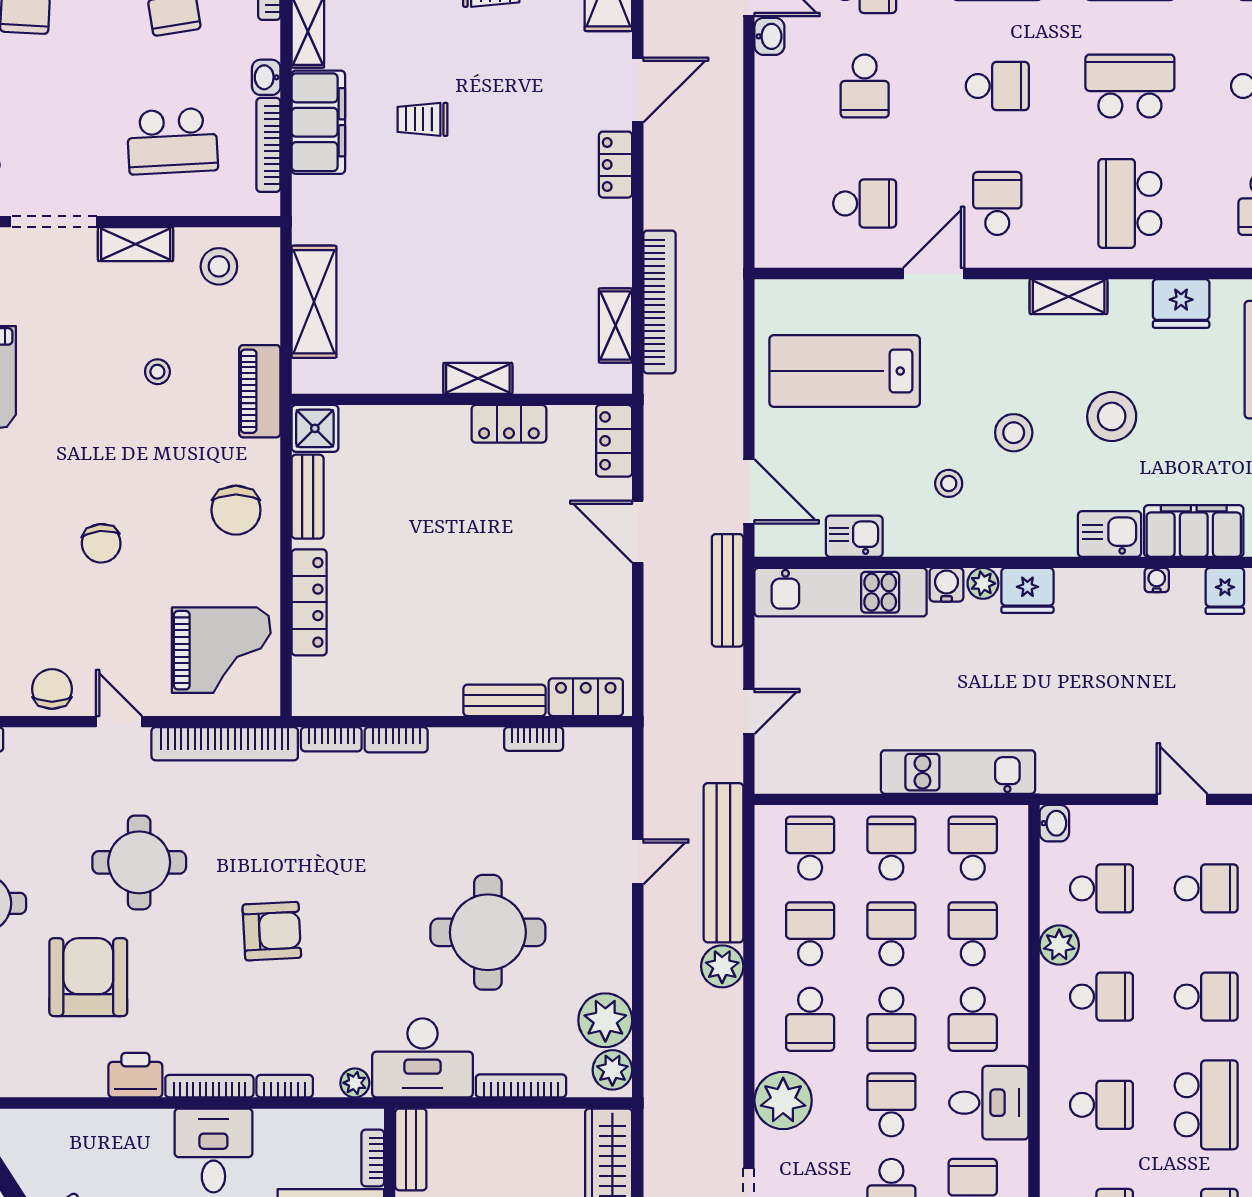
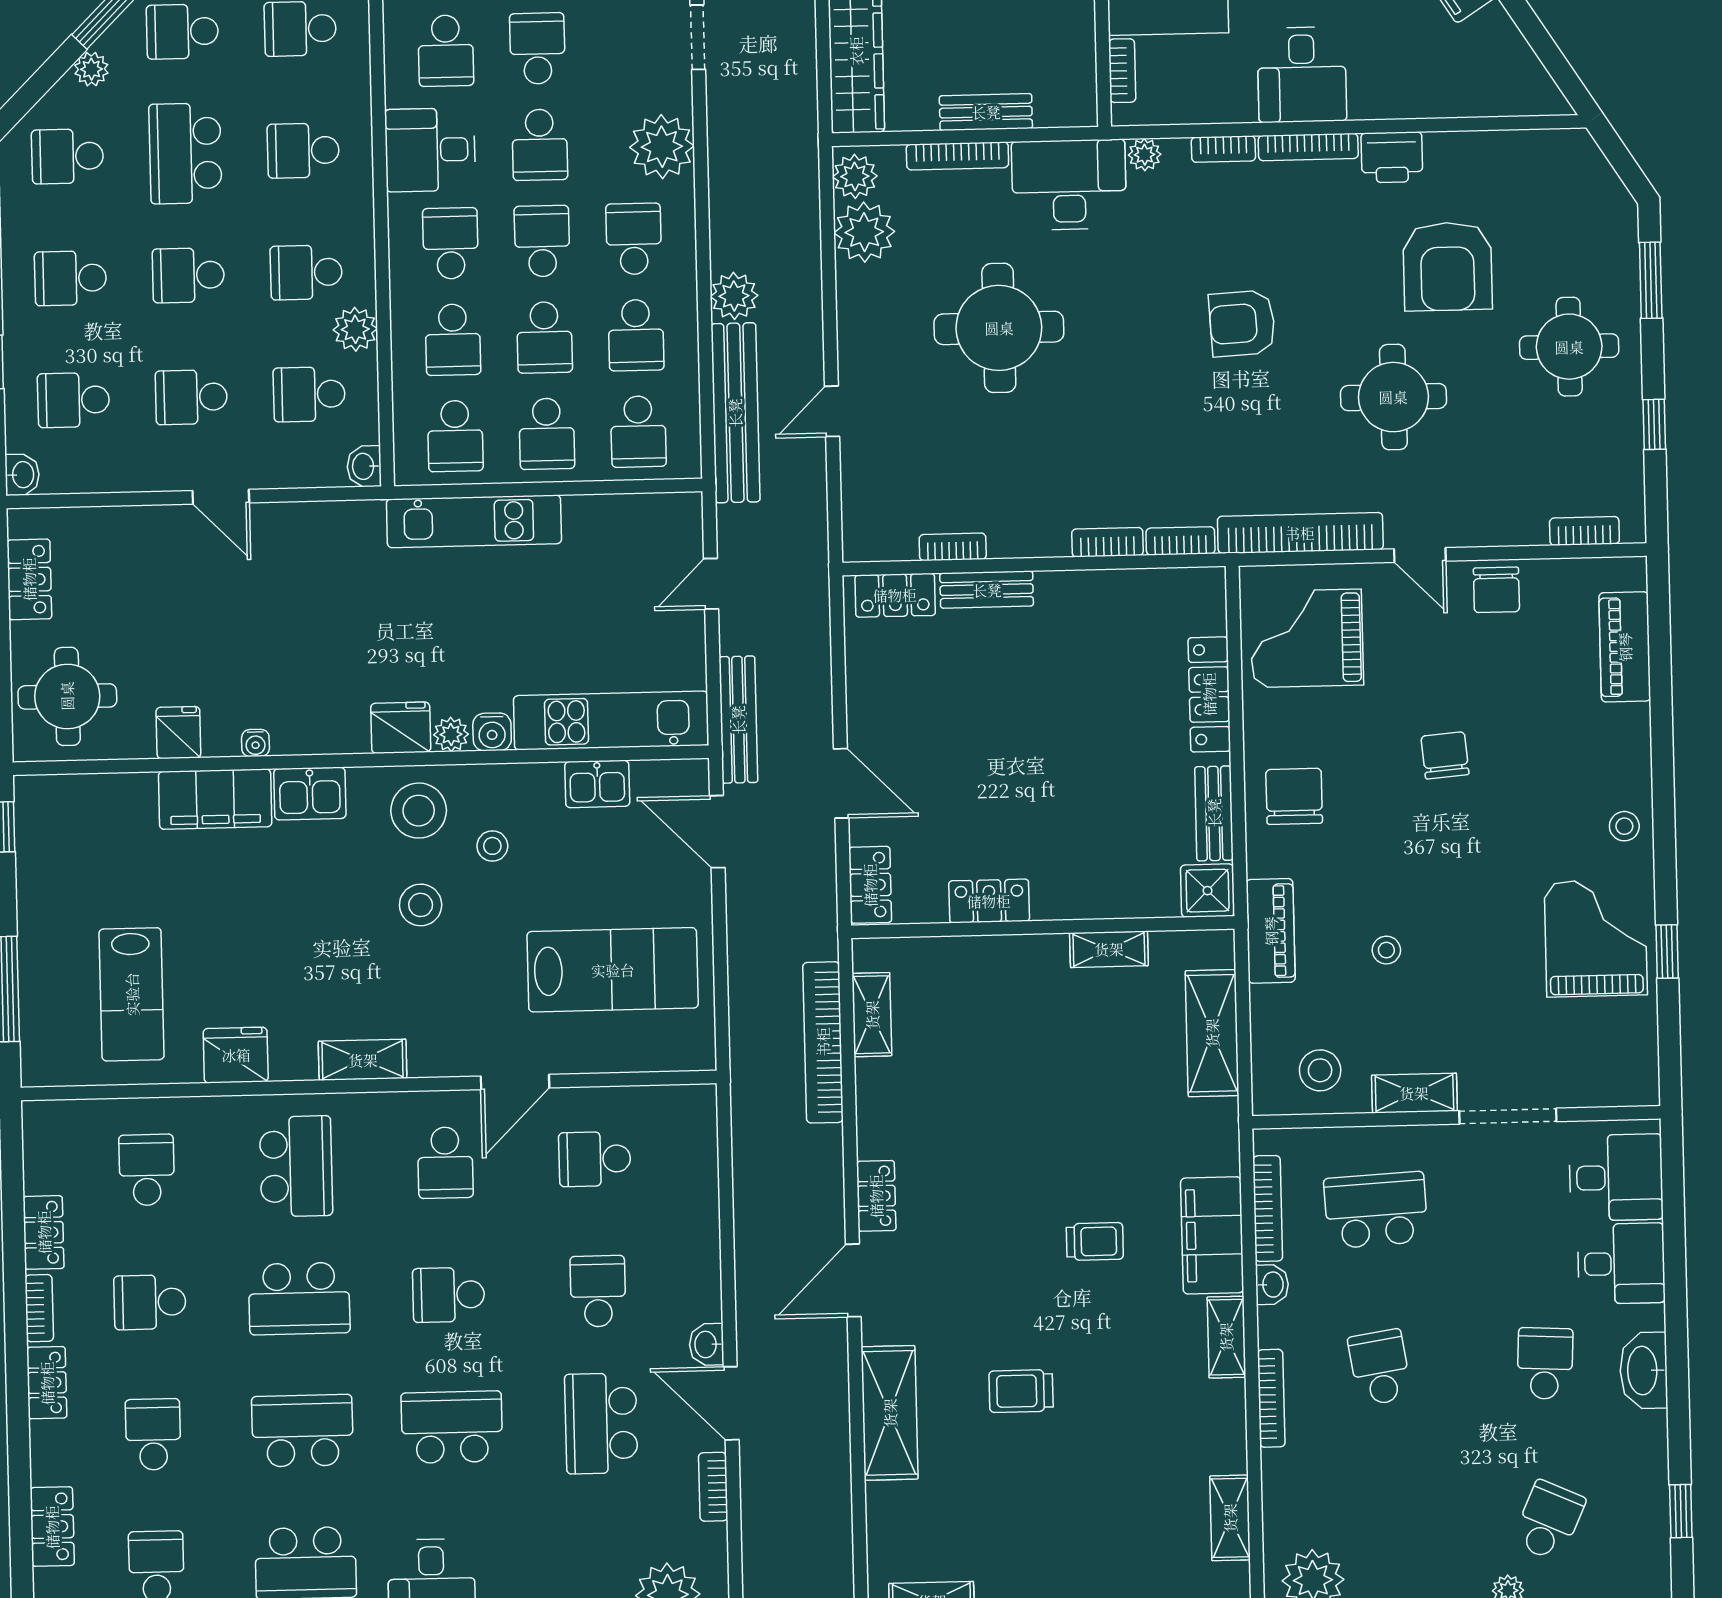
shelving: (478, 378) -> (1109, 949), moved
stool: (1112, 416) -> (419, 811), moved
bench: (411, 1149) -> (986, 112), moved, turned 90

